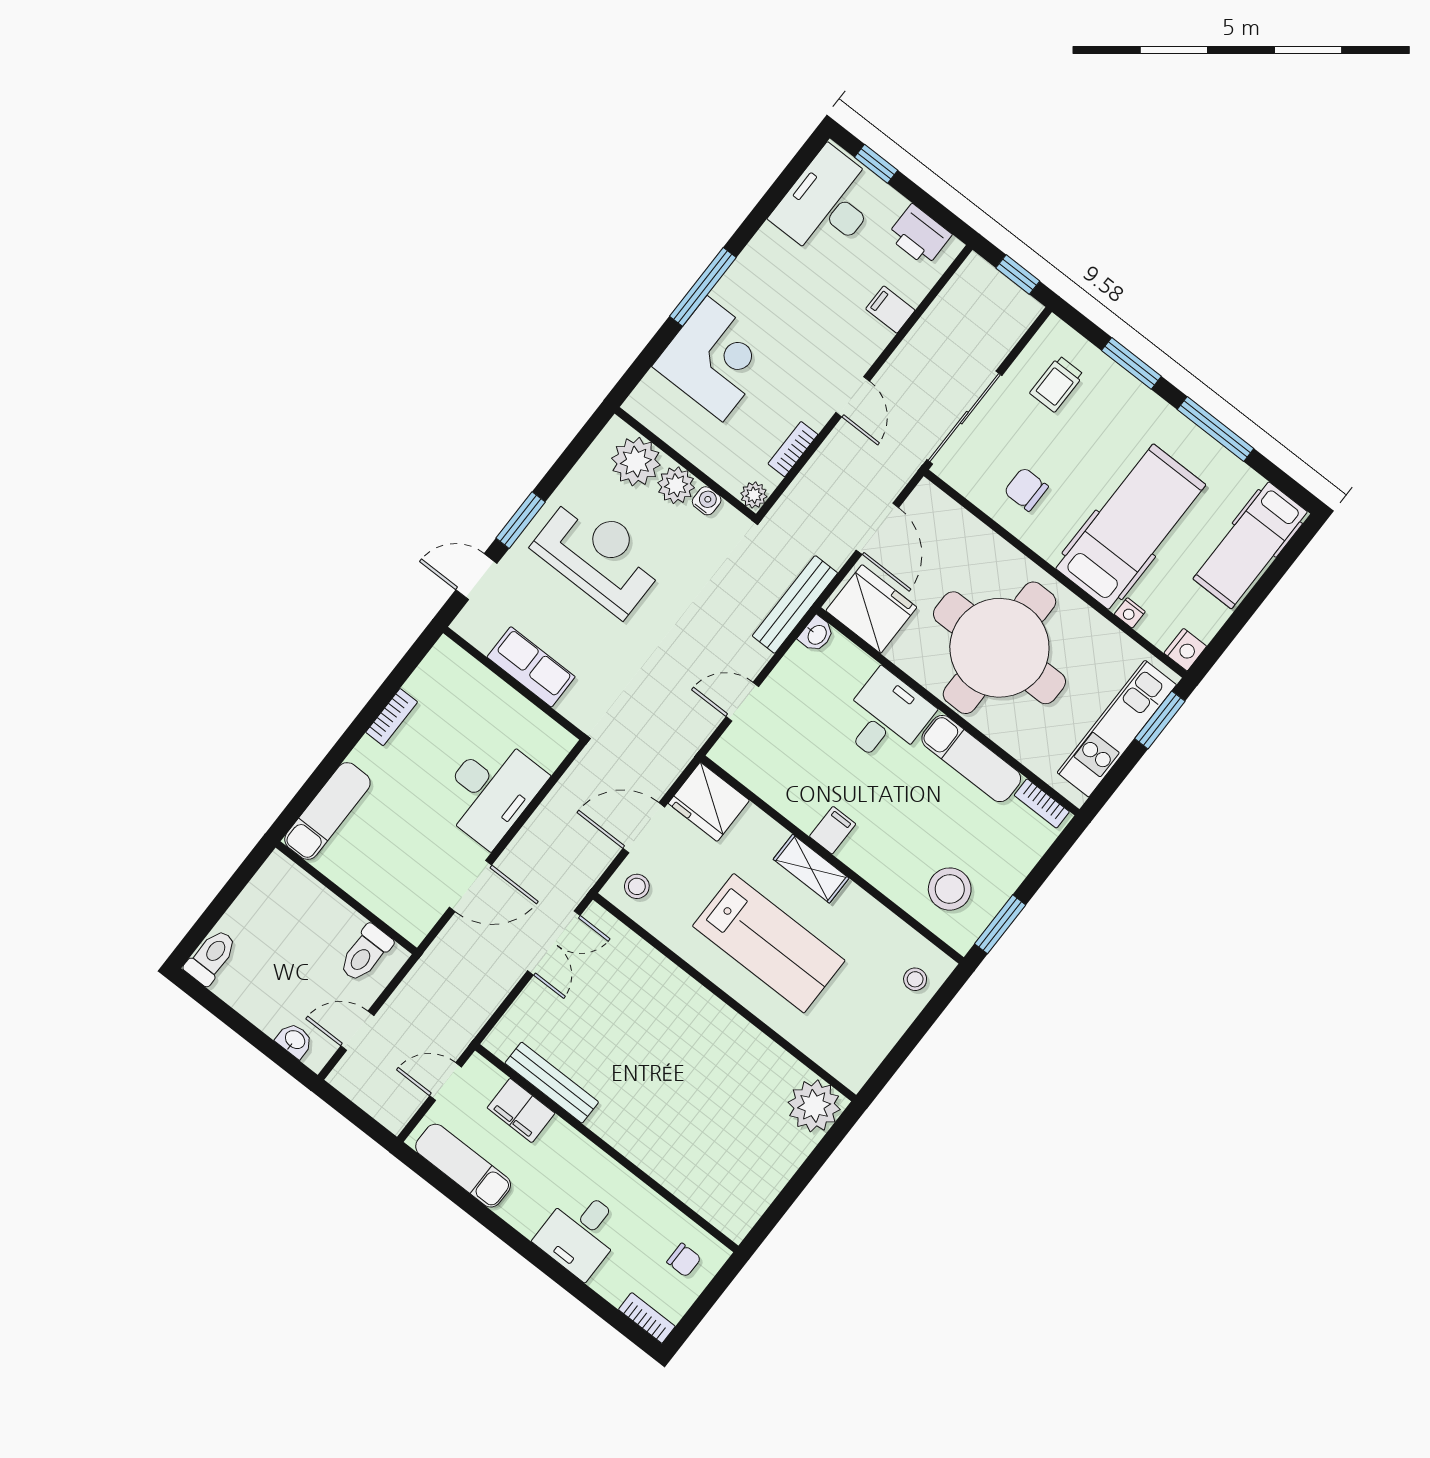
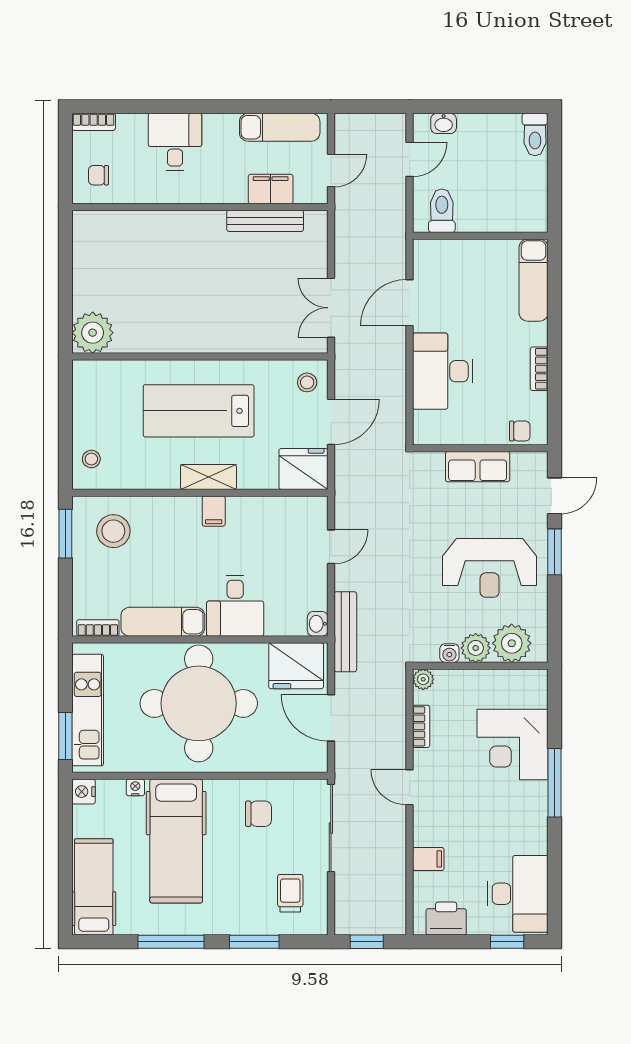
chair: (460, 669) -> (520, 431), added

